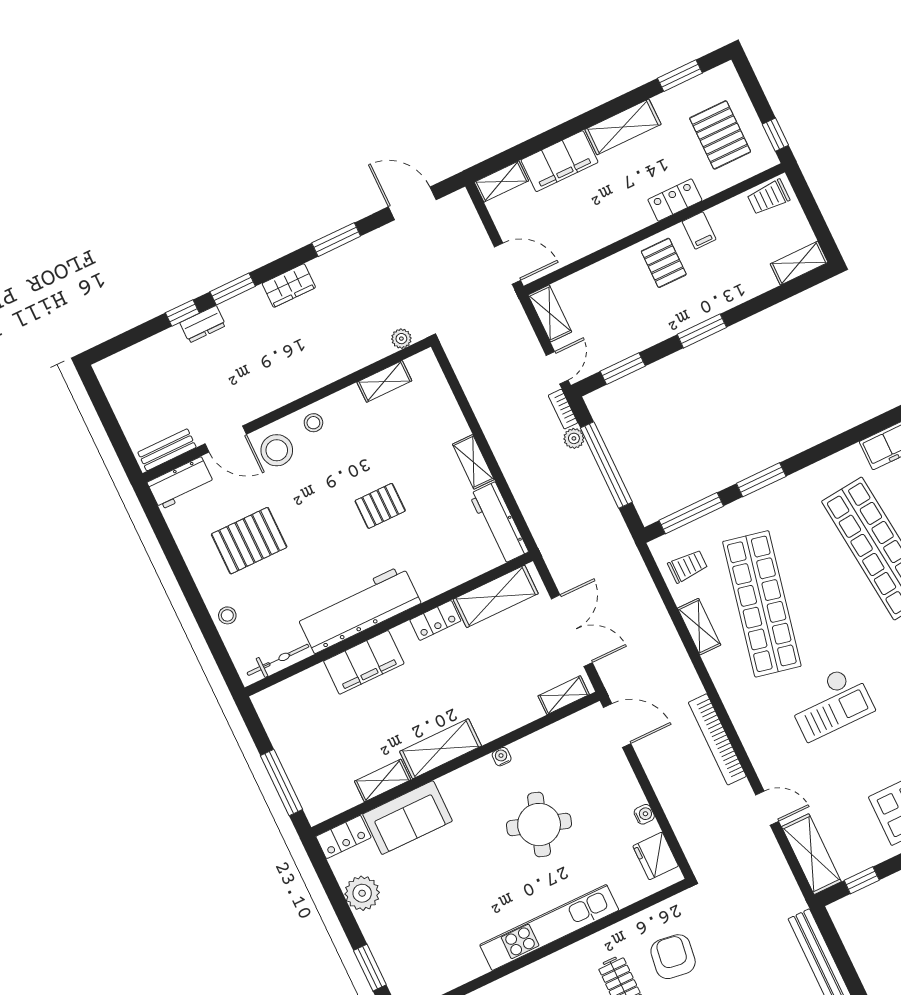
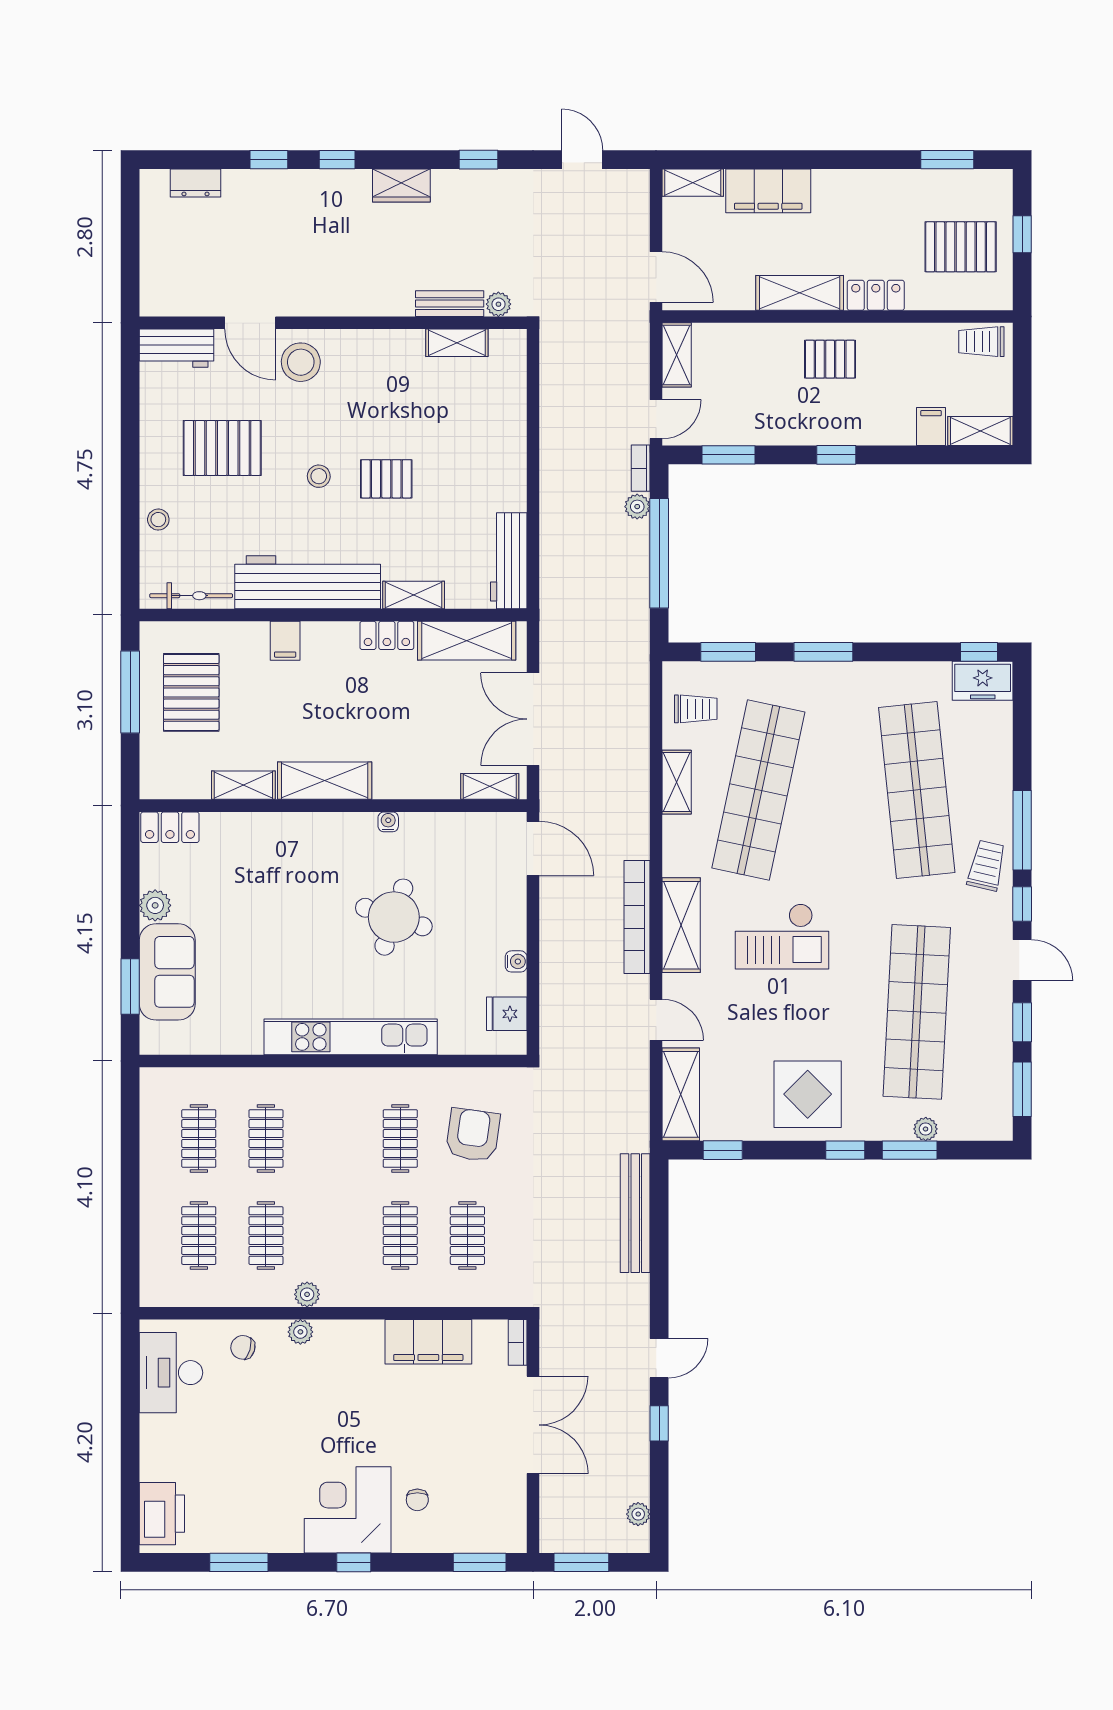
shelving: (623, 127) -> (800, 293), moved
pallet: (720, 135) -> (961, 247), turned 90
window: (775, 135) -> (1022, 234), moved
door: (412, 203) -> (582, 160), width x0.73
filing cabinet: (699, 230) -> (931, 427), moved, turned 180
window: (336, 240) -> (479, 160), width x0.67
pallet: (664, 263) -> (830, 359), turned 90
window: (233, 289) -> (337, 160), width x0.67
dresser: (203, 324) -> (195, 183), moved
window: (702, 331) -> (836, 455), width x0.67
stool: (313, 423) -> (319, 476), moved
window: (875, 425) -> (979, 652), added
bench: (167, 450) -> (450, 304), moved
shelving: (473, 462) -> (414, 595), moved, turned 90
window: (691, 513) -> (728, 652), width x0.69
double door: (572, 631) -> (533, 719), swing flipped
filing cabinet: (364, 662) -> (285, 641), width x0.33, depth x0.86
shelving: (753, 730) -> (681, 925), added
pallet: (312, 731) -> (191, 692), added
window: (282, 782) -> (130, 692), moved
sofa: (407, 818) -> (167, 972), moved, turned -90
fridge: (656, 856) -> (507, 1014), width x0.72
plant: (362, 893) -> (155, 905), width x0.73, depth x0.73

